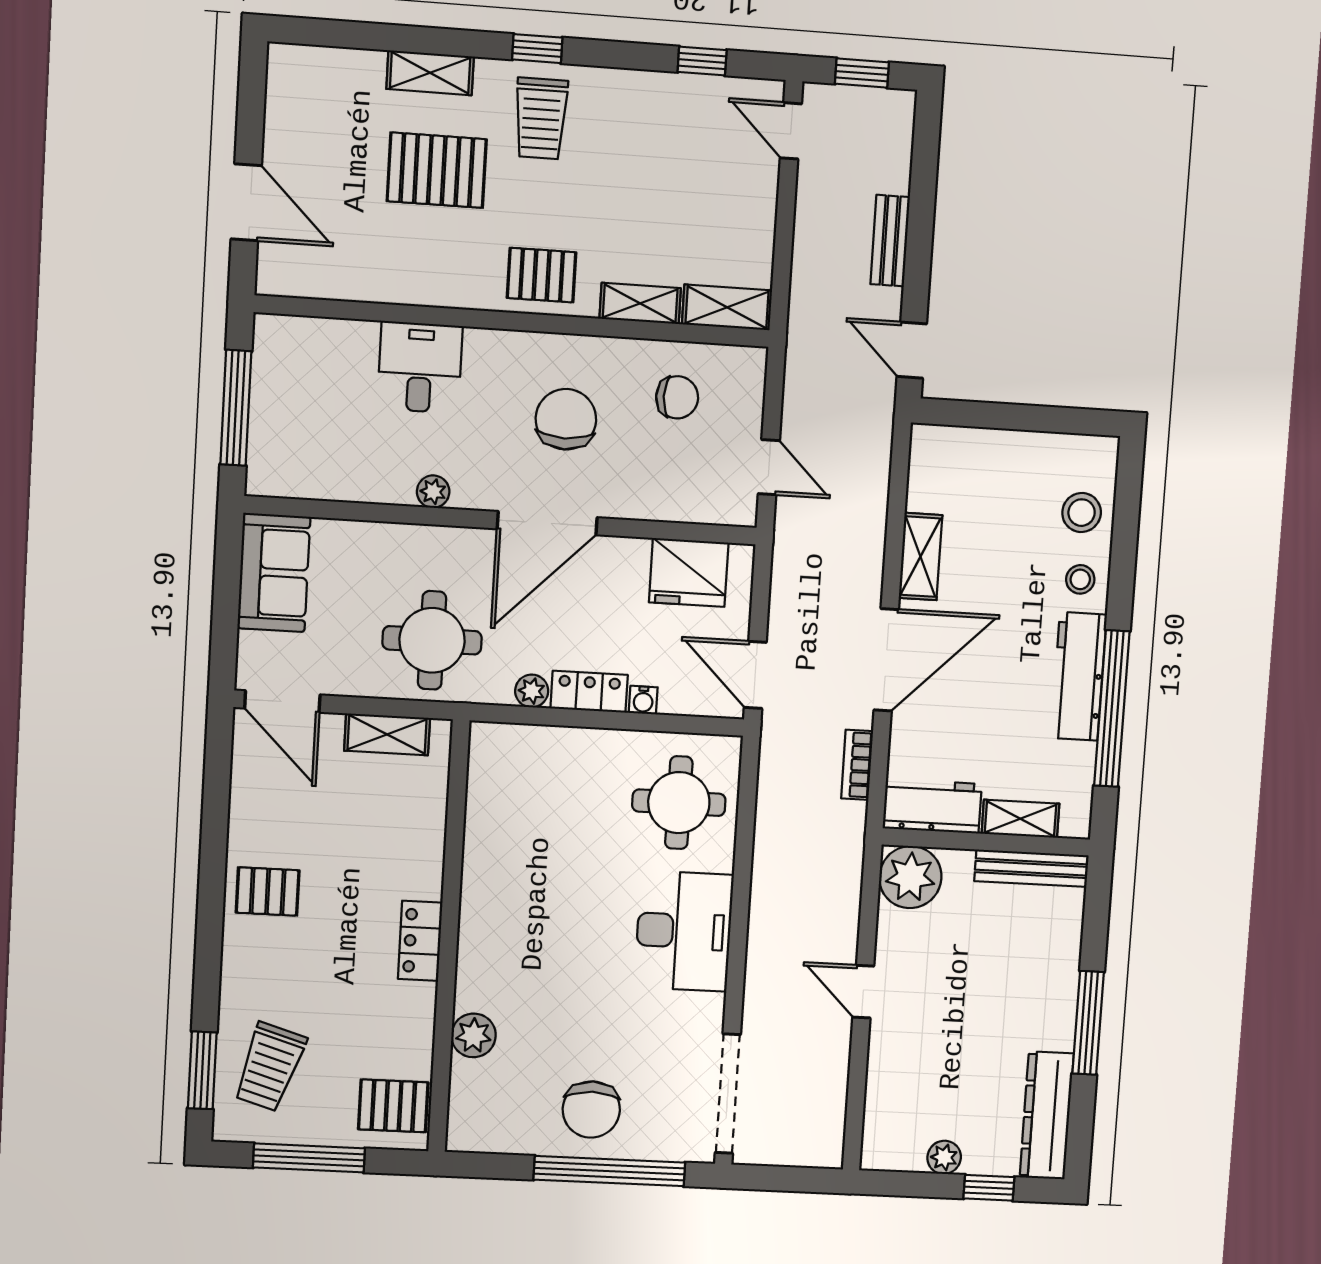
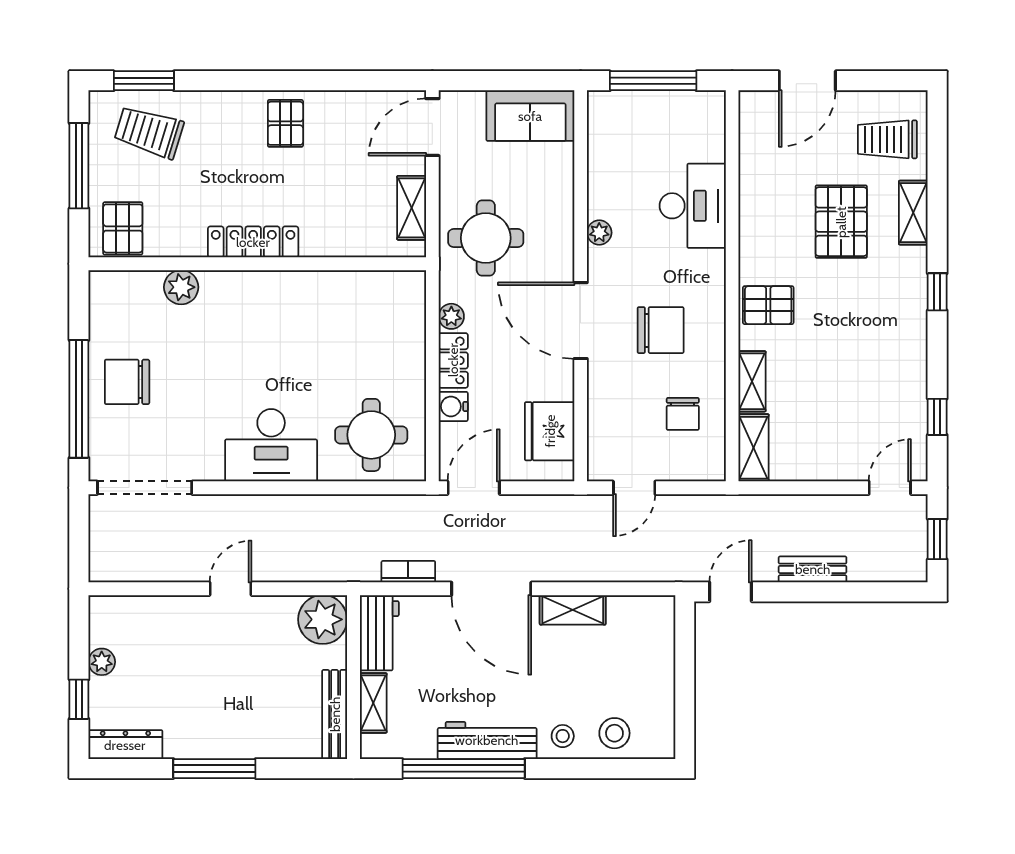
trolley: (541, 118) -> (887, 139), moved
pallet: (541, 275) -> (768, 305), turned 90
desk: (420, 367) -> (693, 206), width x1.37
water cooler: (643, 700) -> (453, 406), width x1.38, depth x1.38
locker: (420, 941) -> (253, 242), width x1.53
dresser: (1047, 1115) -> (125, 745), width x0.73, depth x0.80

